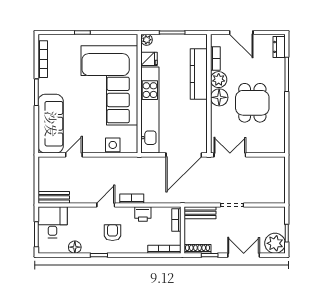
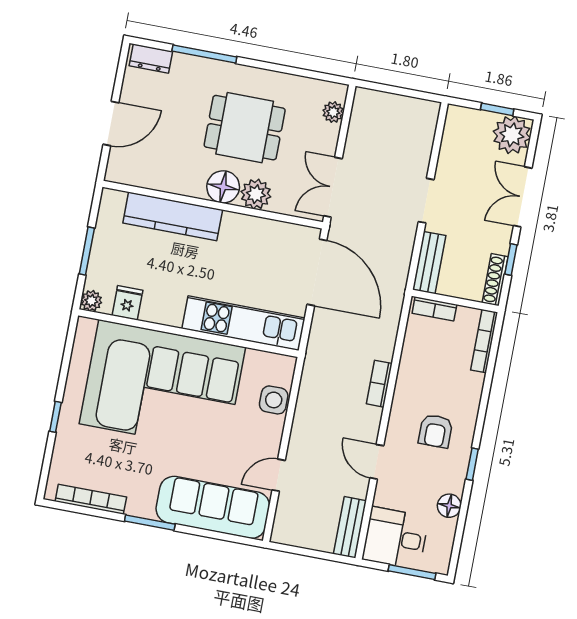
bookcase: (215, 58) -> (150, 180), removed
plant: (219, 80) -> (256, 194), moved
kitchen unit: (150, 110) -> (243, 323), width x0.73
plant: (269, 148) -> (333, 112), added
door: (74, 155) -> (279, 475), hinge flipped
door: (106, 205) -> (377, 462), moved
printer: (143, 214) -> (412, 368), removed
armchair: (112, 233) -> (436, 431), turned -90

